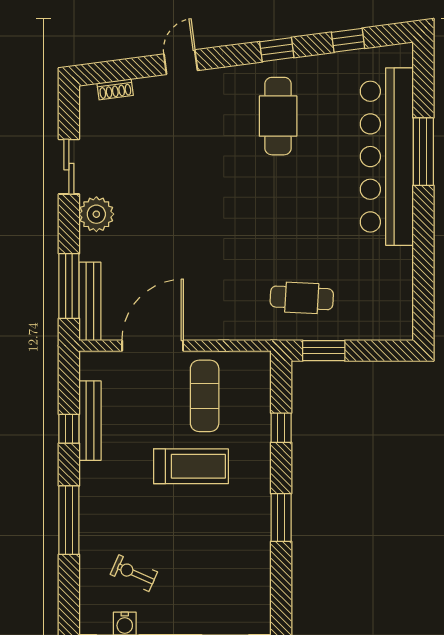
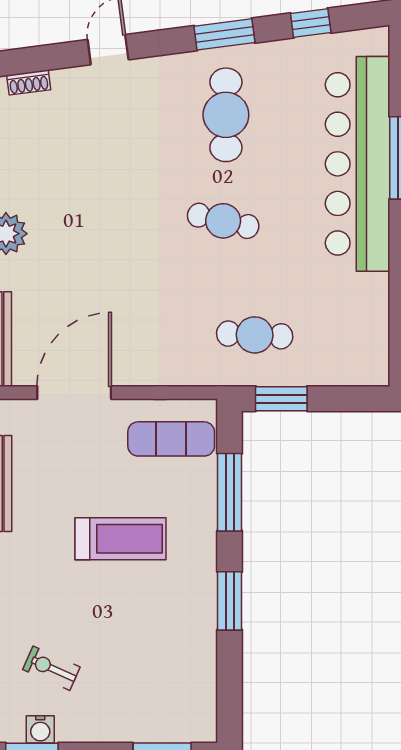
window: (277, 50) -> (224, 34), width x1.50
cafe table: (276, 204) -> (223, 221), added
exercise mat: (205, 396) -> (171, 439), moved, turned 90
window: (281, 428) -> (230, 492), width x2.17

